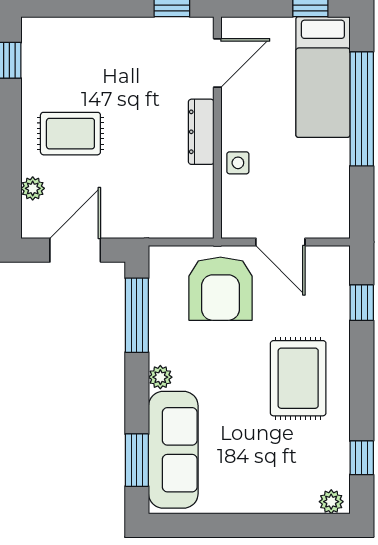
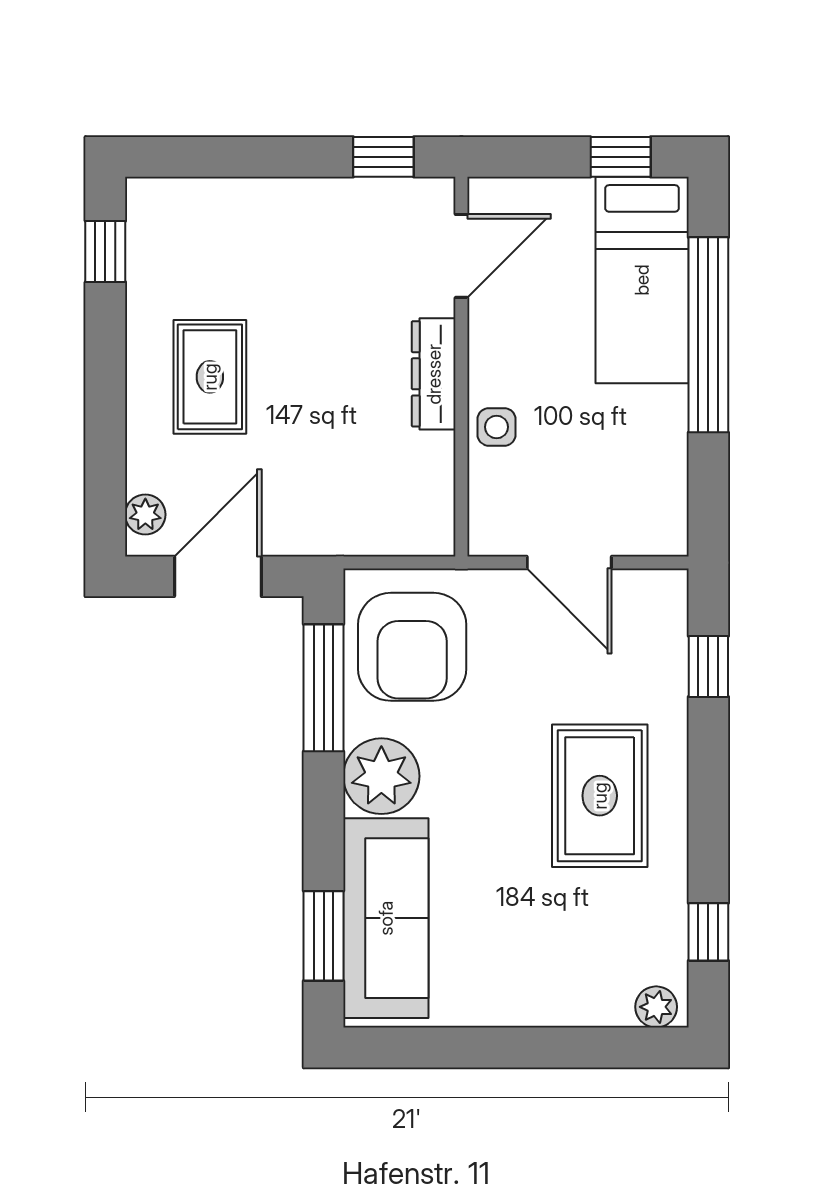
rug: (70, 134) -> (210, 377), turned 90
plant: (33, 188) -> (145, 515), moved
armchair: (220, 289) -> (412, 647), moved
plant: (160, 377) -> (381, 776), width x1.87, depth x1.87

